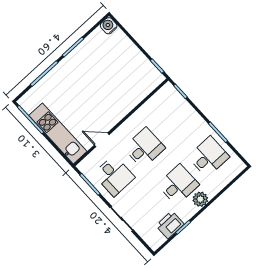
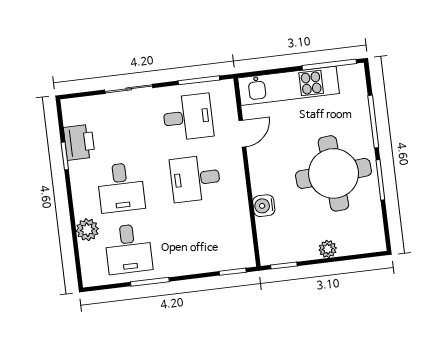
water cooler: (109, 26) -> (264, 206), moved, turned 180
plant: (131, 49) -> (328, 249), added
round table: (88, 75) -> (333, 173), added
desk: (144, 148) -> (195, 179), turned 90
desk: (114, 176) -> (188, 117), turned 180
plant: (200, 199) -> (87, 230), moved

